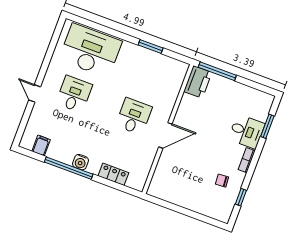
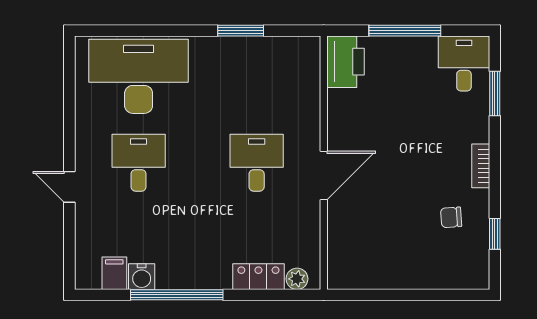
window: (217, 71) -> (405, 31), moved
desk: (246, 131) -> (464, 63), moved, turned -90
water cooler: (81, 162) -> (142, 277), moved
plant: (132, 183) -> (297, 279), added

